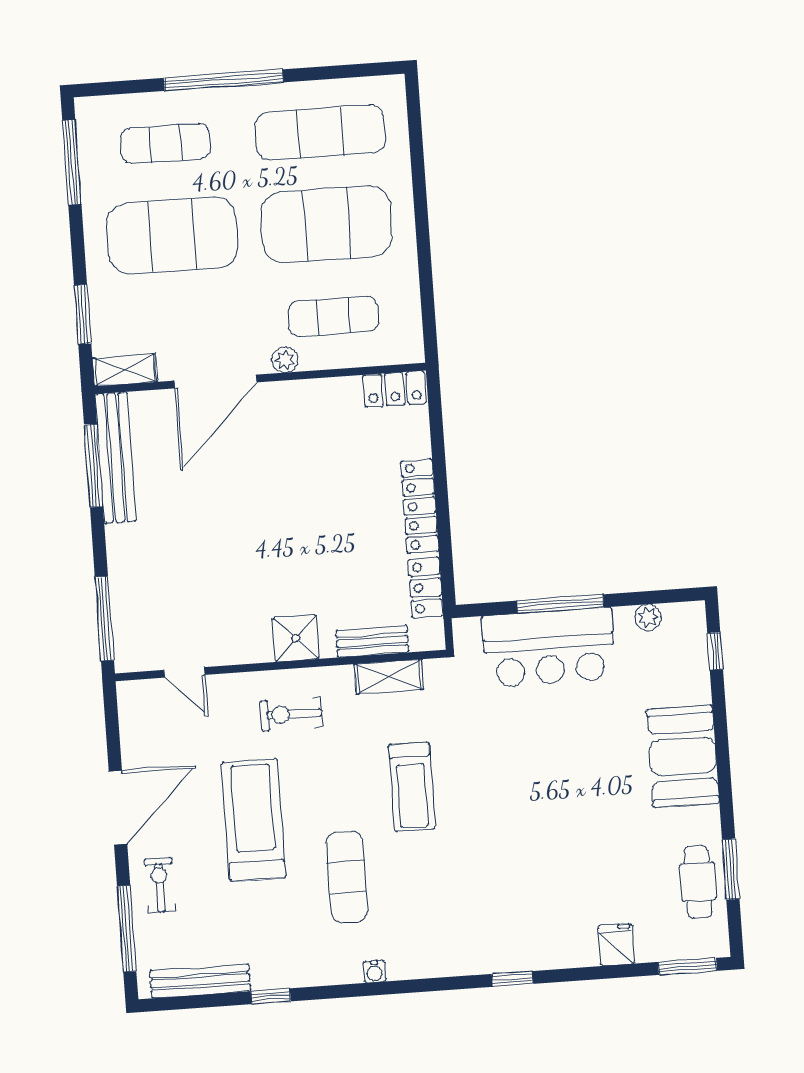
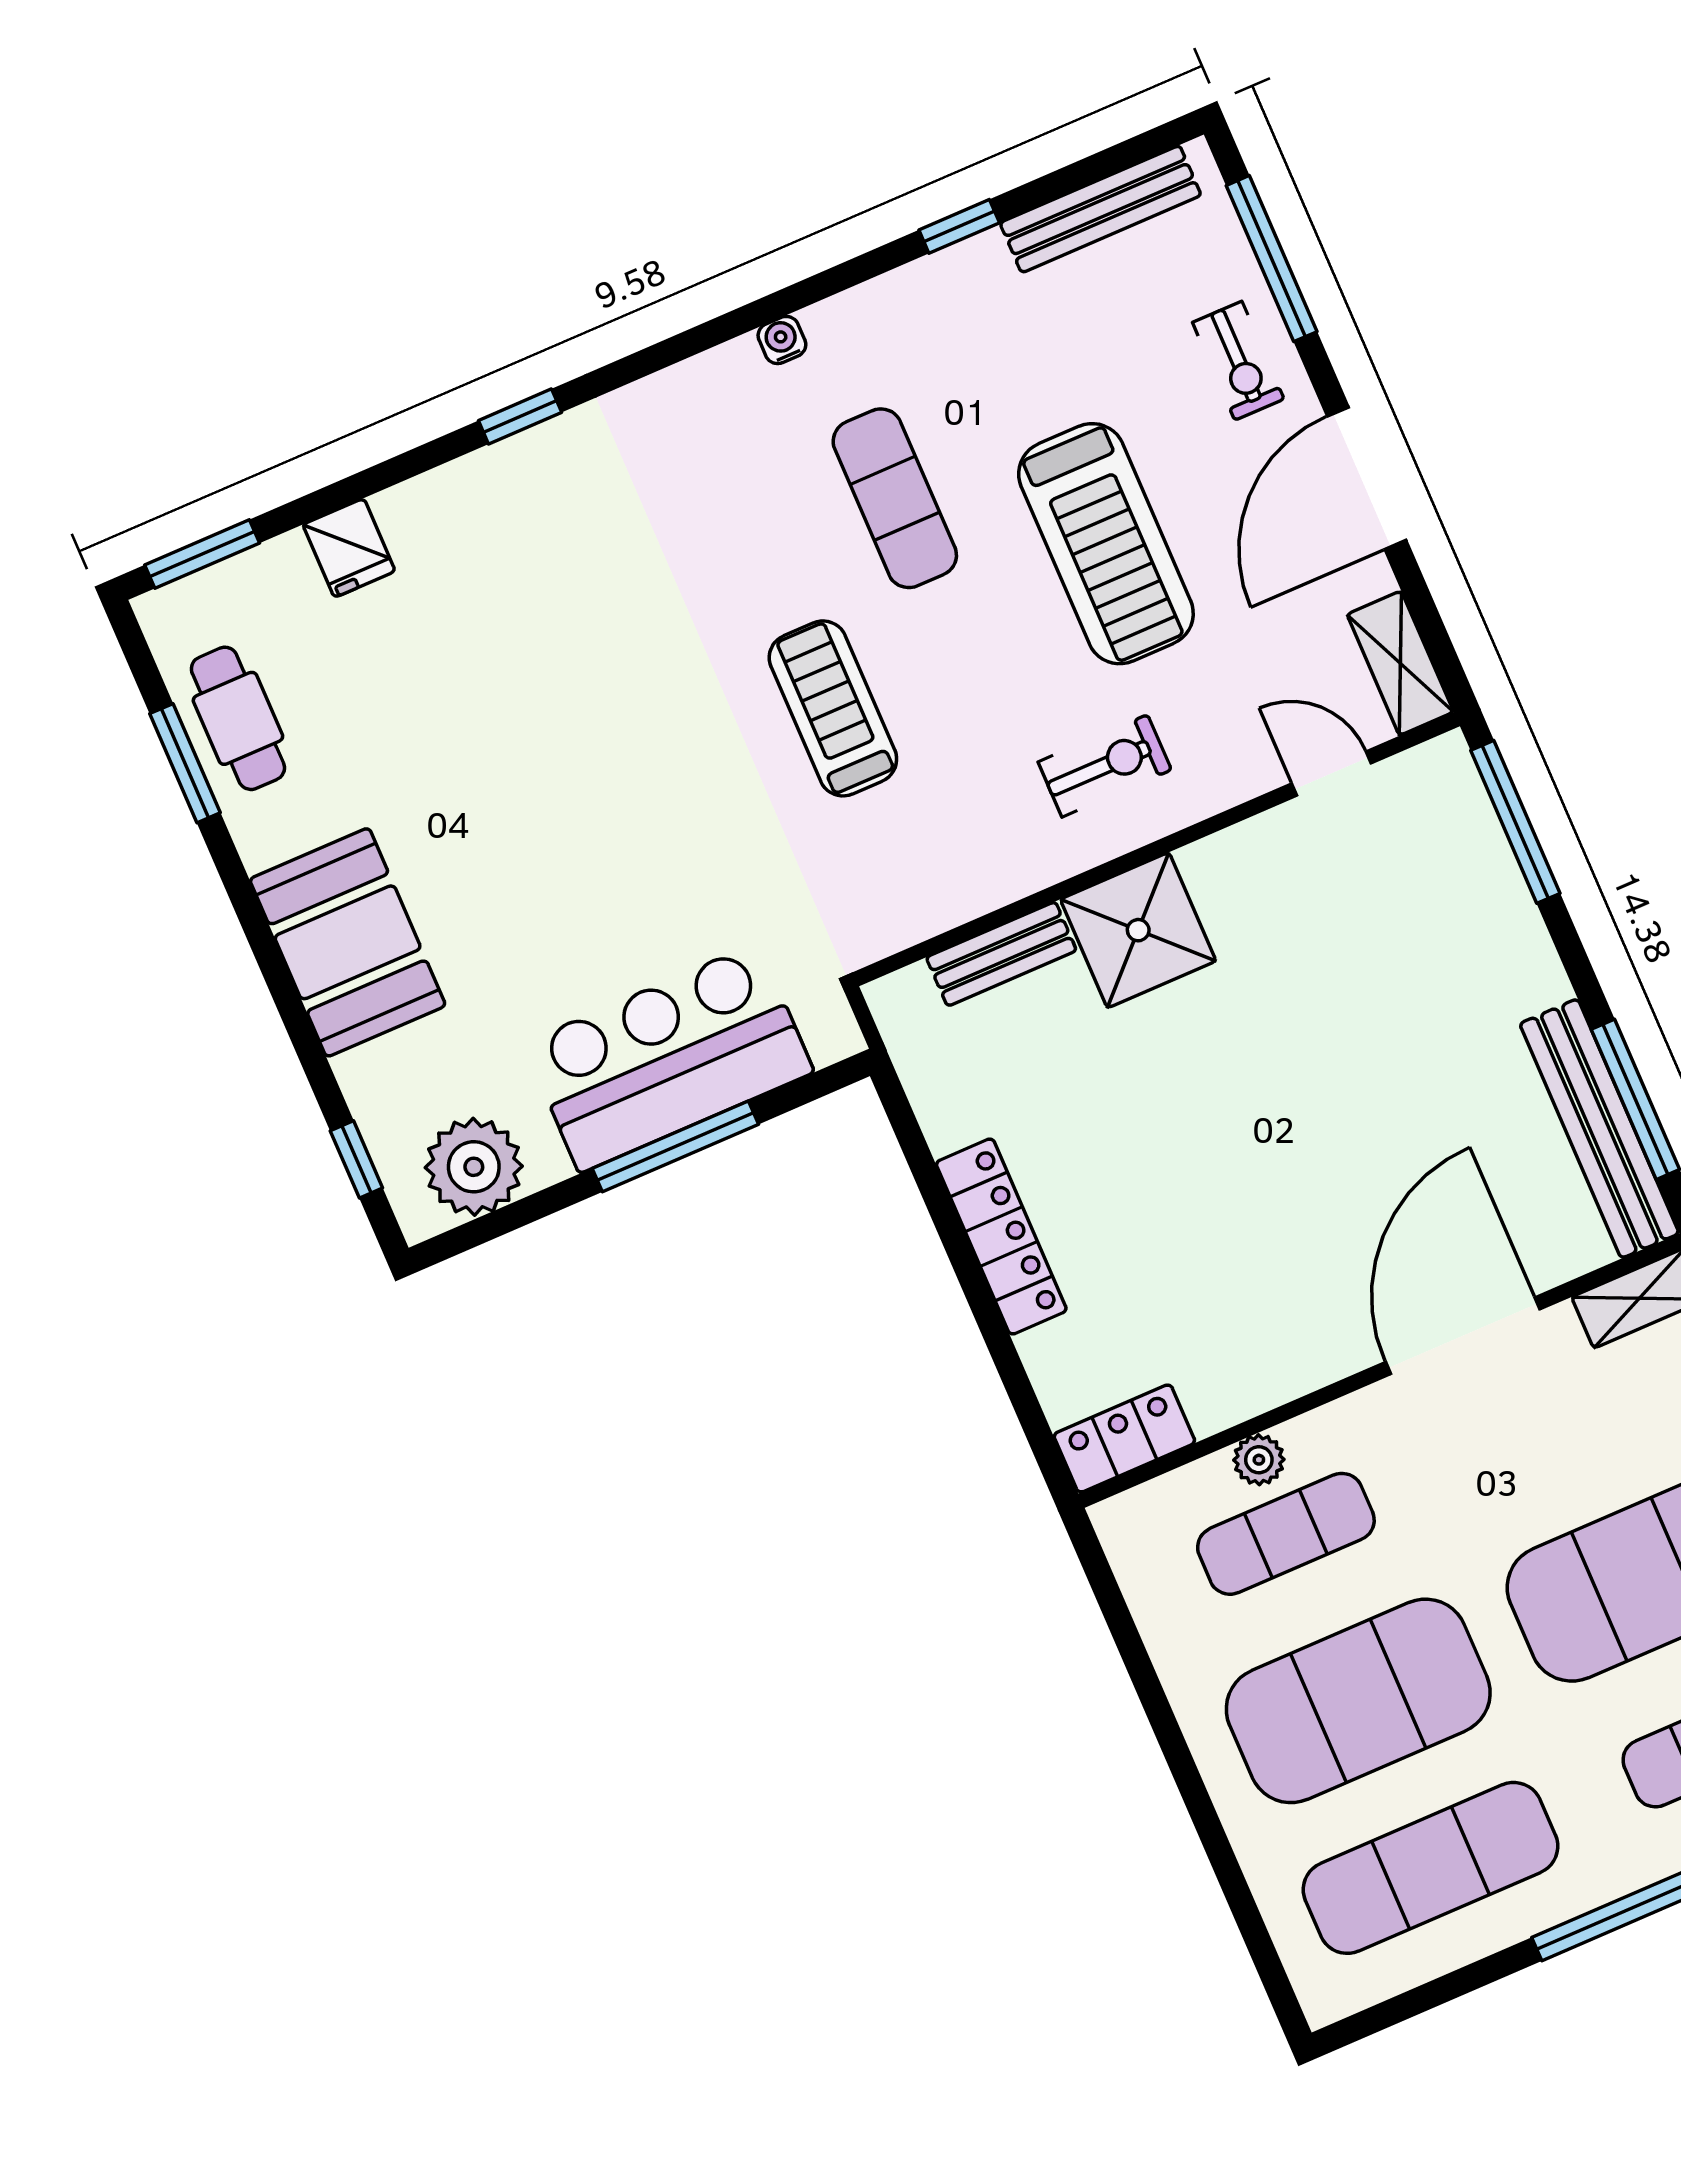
plant: (285, 360) -> (1259, 1460), moved
locker: (426, 588) -> (937, 1089), removed
plant: (648, 617) -> (474, 1167), width x1.87, depth x1.87
shower: (295, 638) -> (1138, 930), width x1.36, depth x1.36
shelving: (389, 677) -> (1400, 663), moved, turned 90

